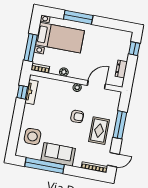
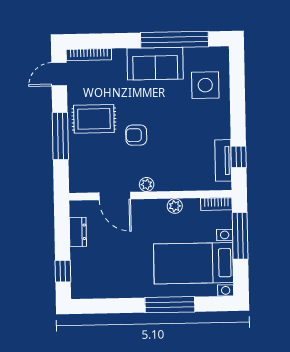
door: (96, 85) -> (115, 196), hinge flipped
rug: (99, 131) -> (94, 119), turned 90

